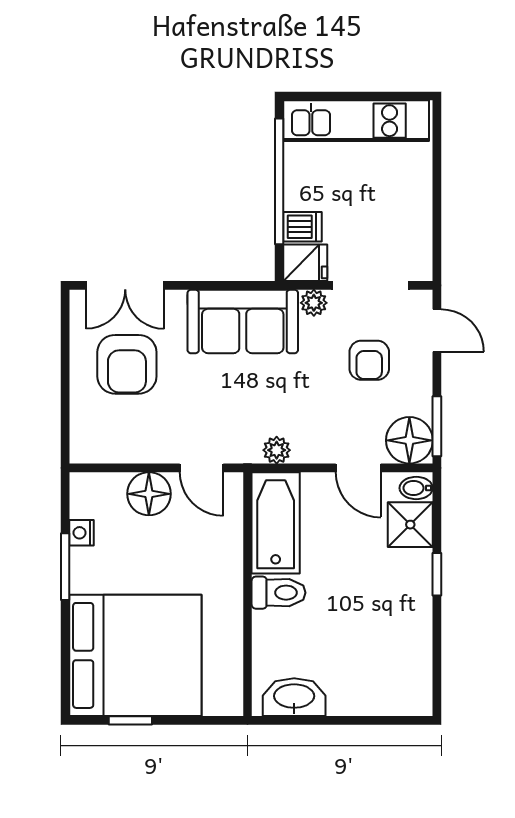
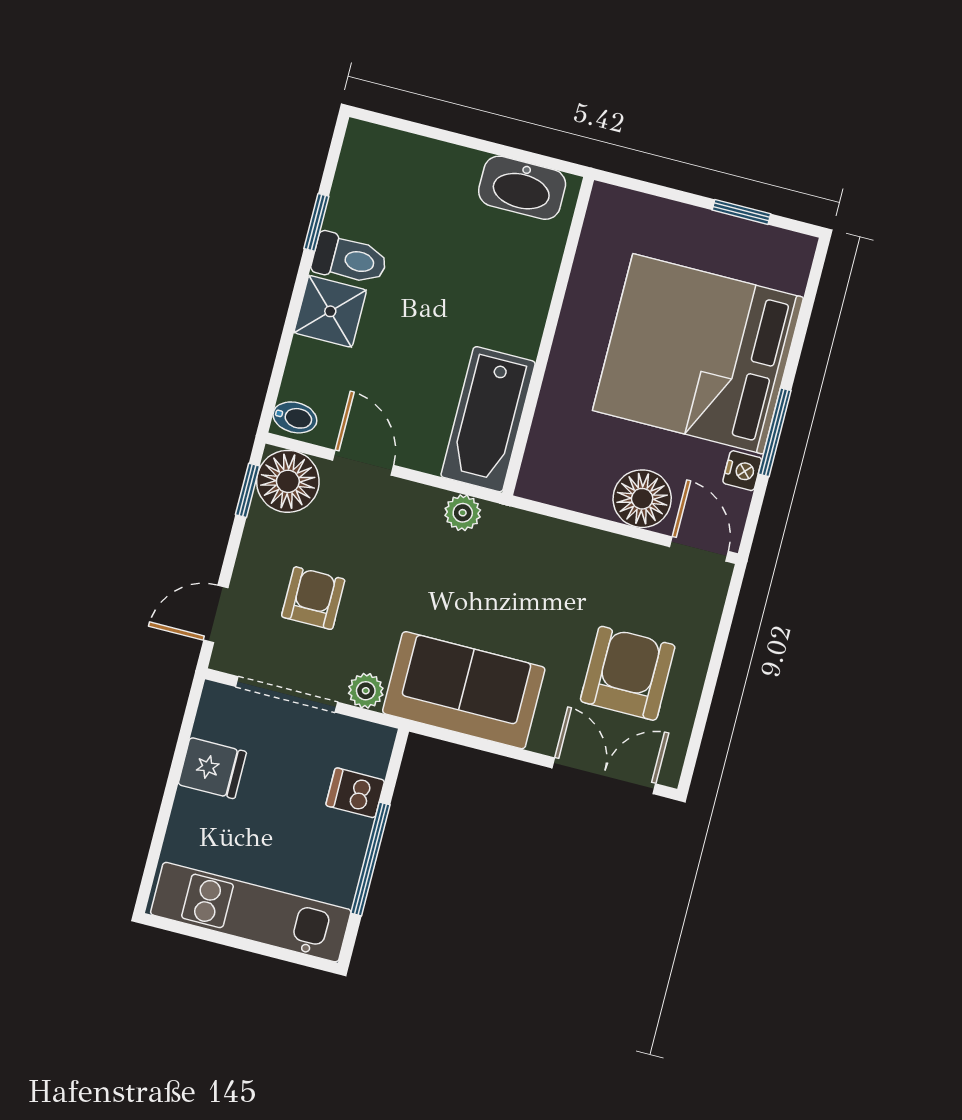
window: (279, 181) -> (370, 859), width x0.68
fridge: (305, 263) -> (212, 768), moved, turned 180
door: (437, 331) -> (216, 614), hinge flipped
window: (437, 426) -> (248, 490), width x0.67
door: (201, 468) -> (699, 549), moved
shower: (410, 525) -> (330, 311), moved
window: (437, 574) -> (316, 222), moved
toilet: (279, 593) -> (350, 259), moved, turned 180
bed: (135, 655) -> (698, 354), moved

